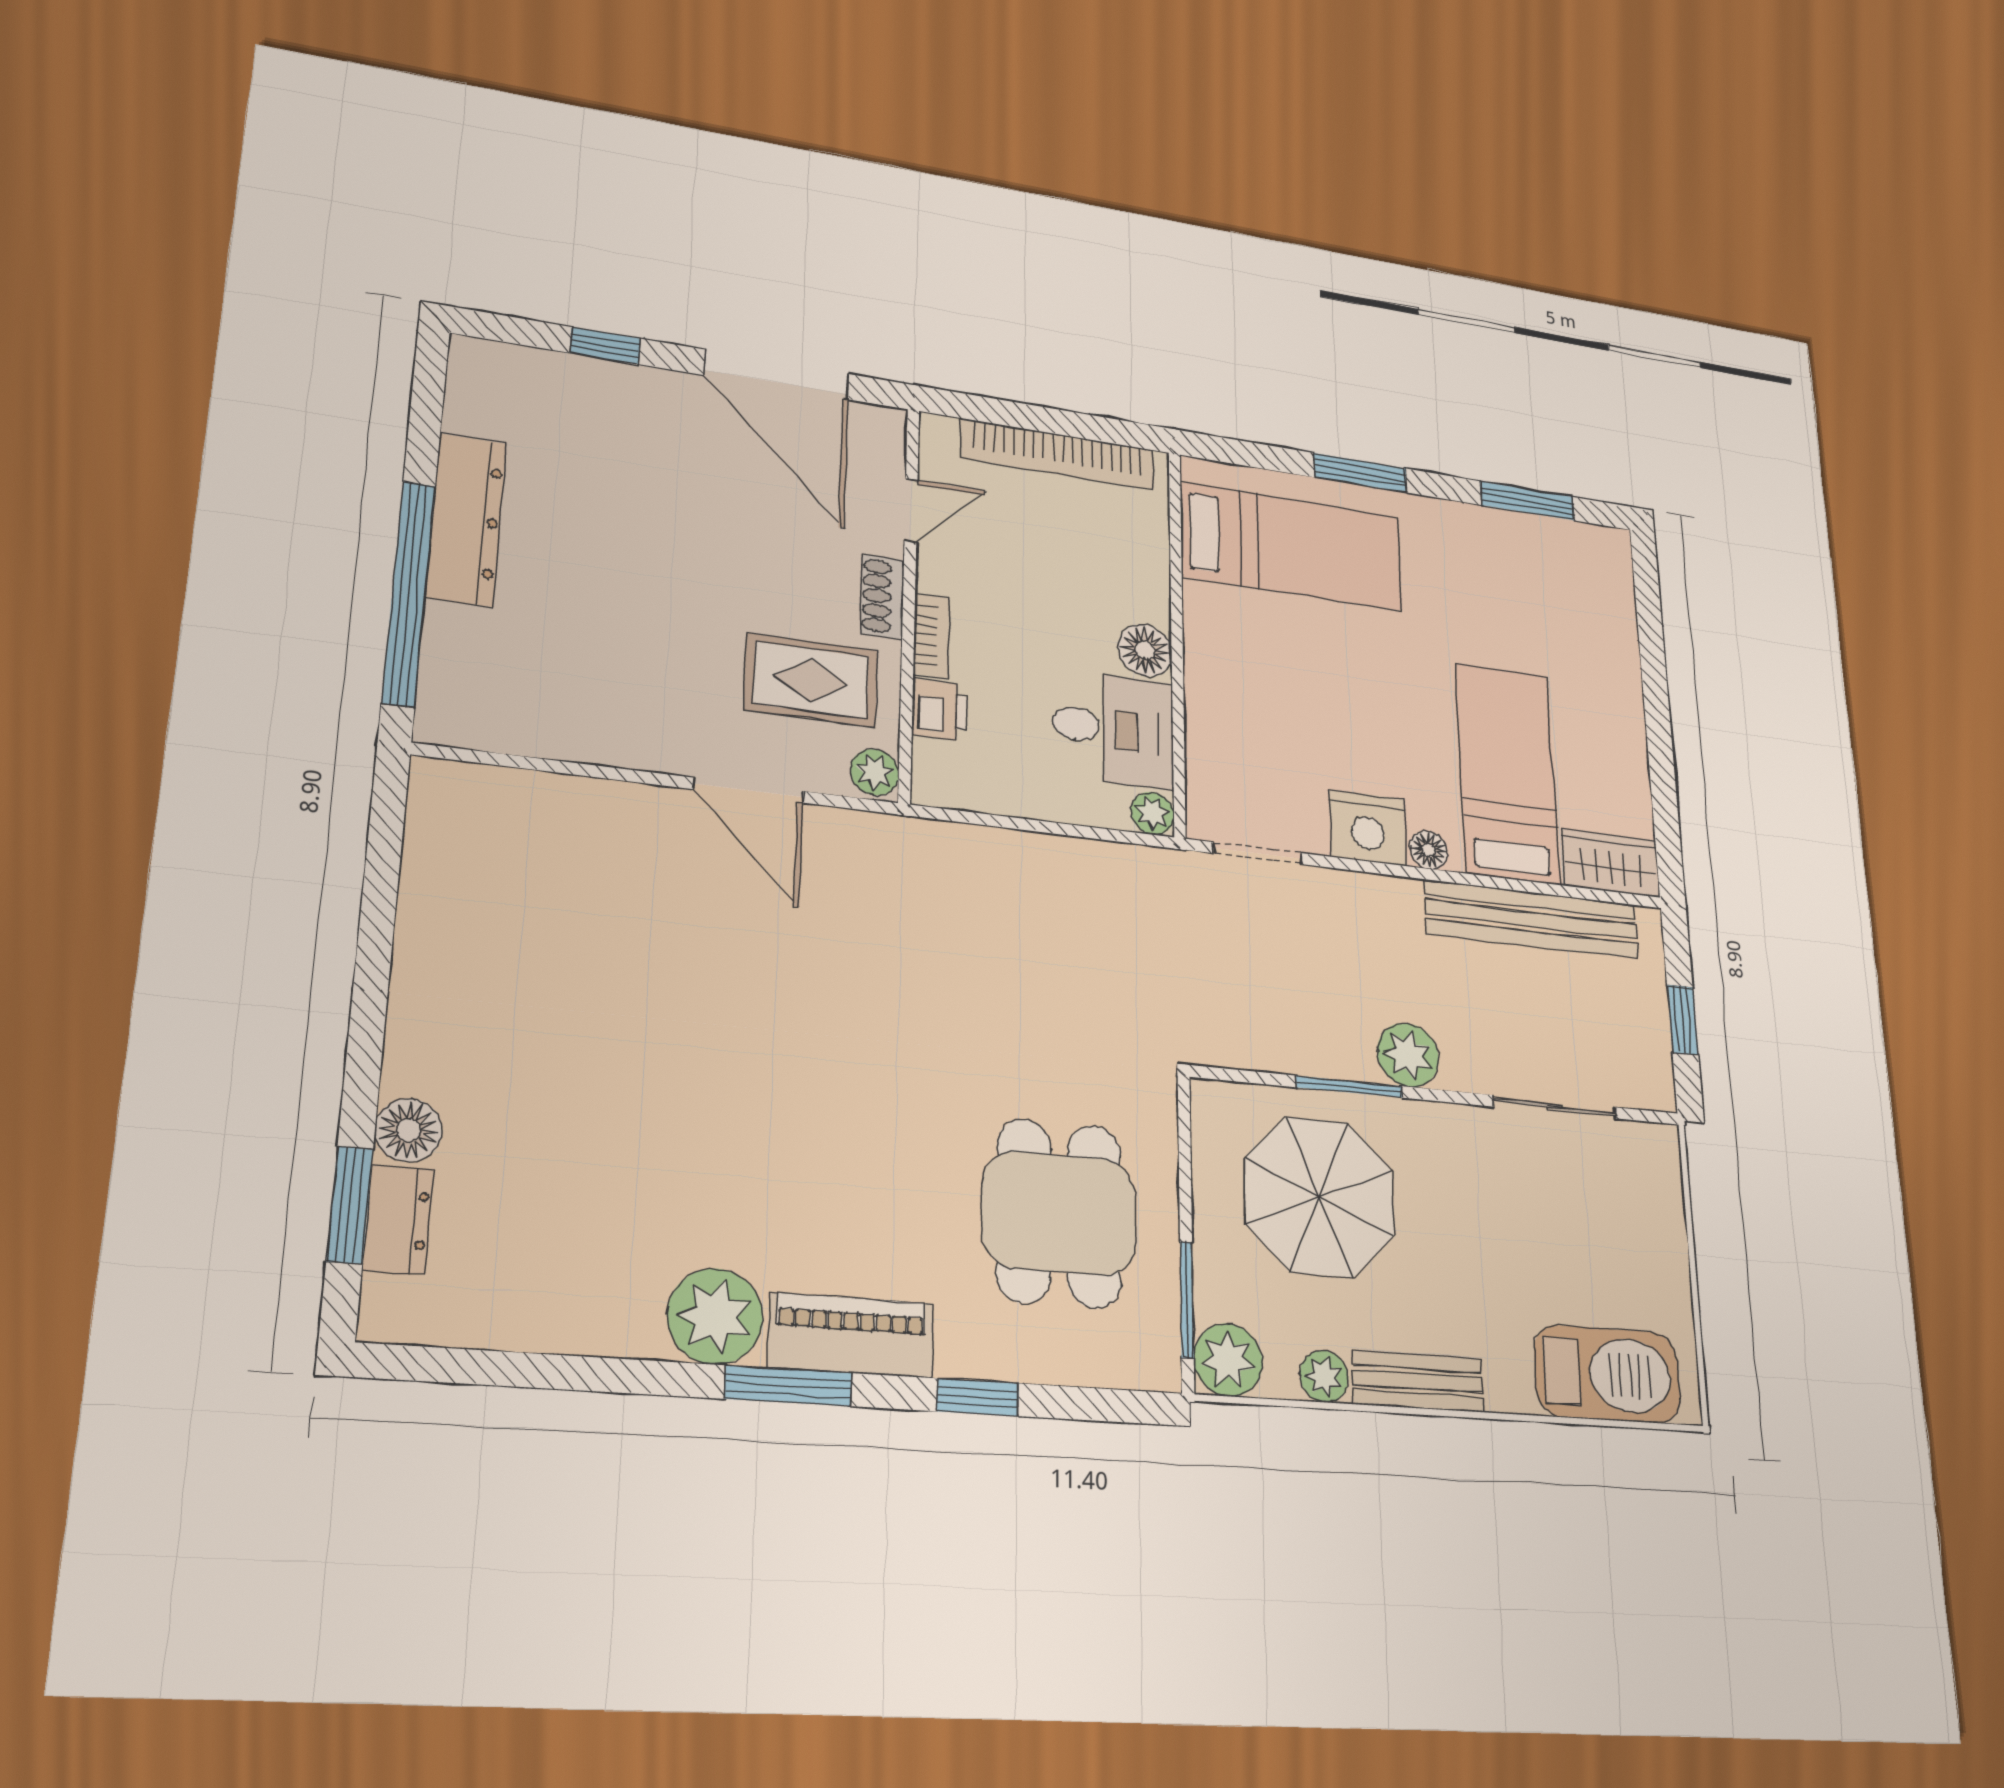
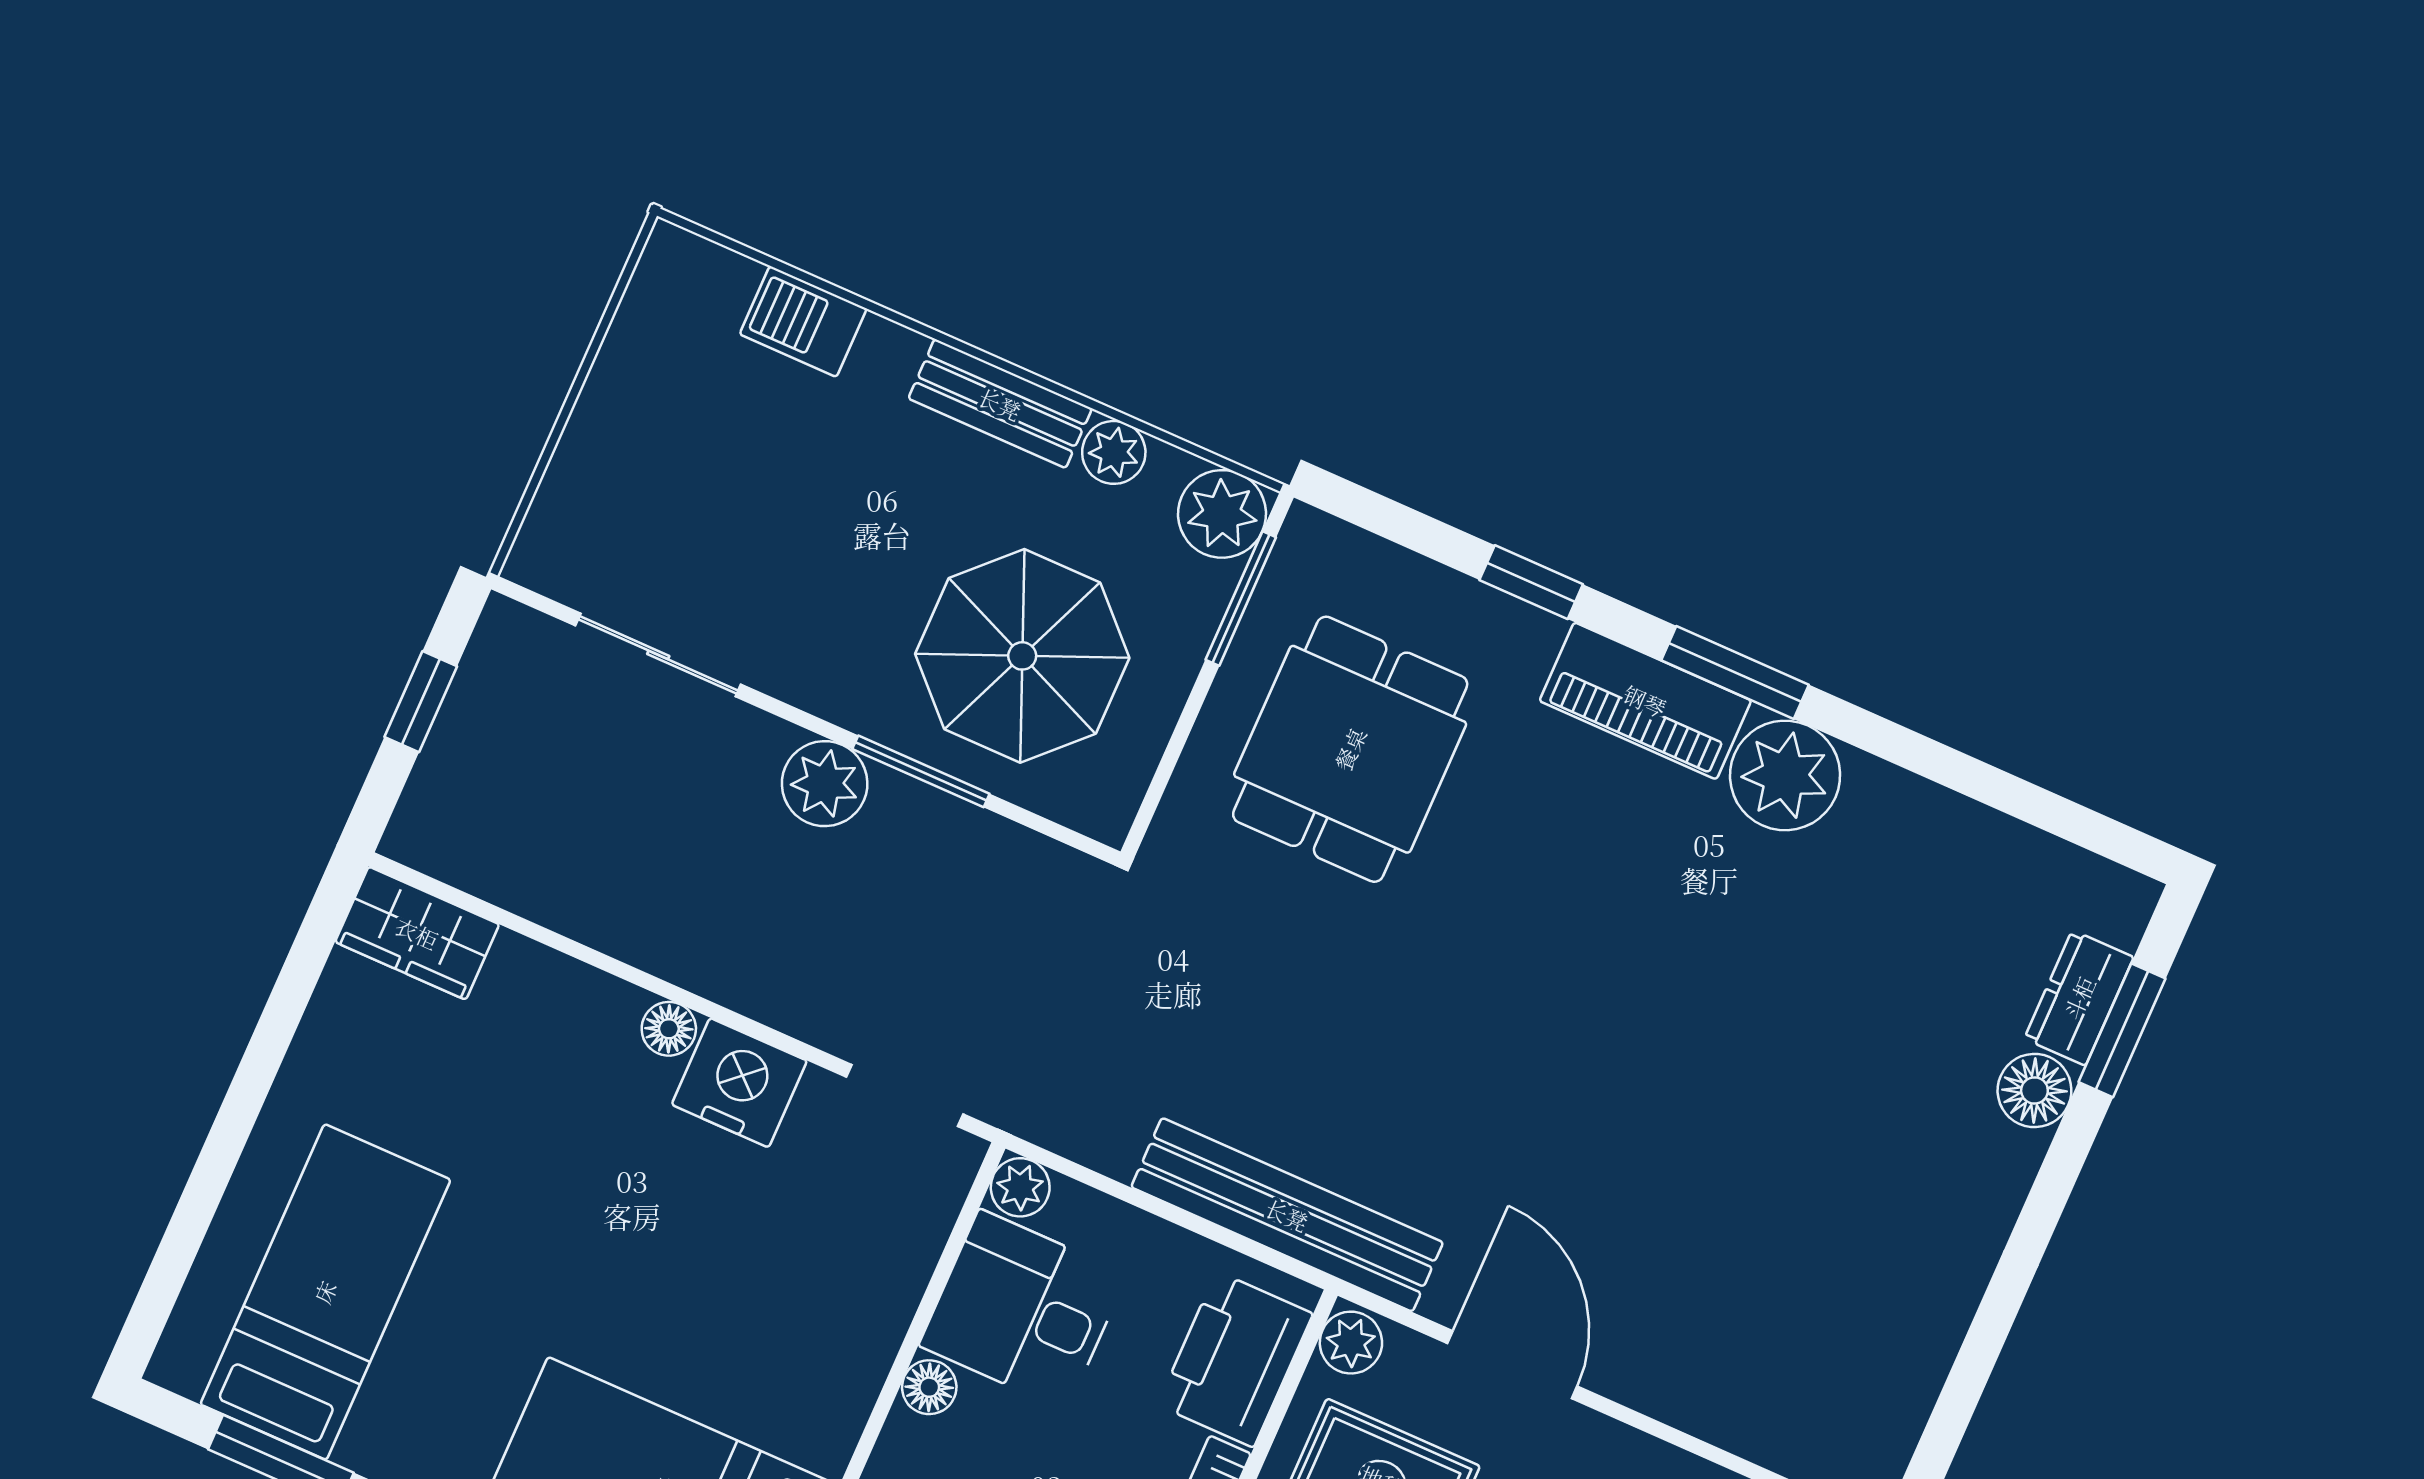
floor lamp: (1145, 650) -> (929, 1387), width x0.73, depth x0.73
printer: (940, 710) -> (1235, 1359), width x1.87, depth x1.48
bed: (1507, 773) -> (325, 1292), moved, turned 180
bench: (1532, 919) -> (1287, 1215), moved
barbecue: (1607, 1374) -> (803, 321), width x0.53, depth x0.65

